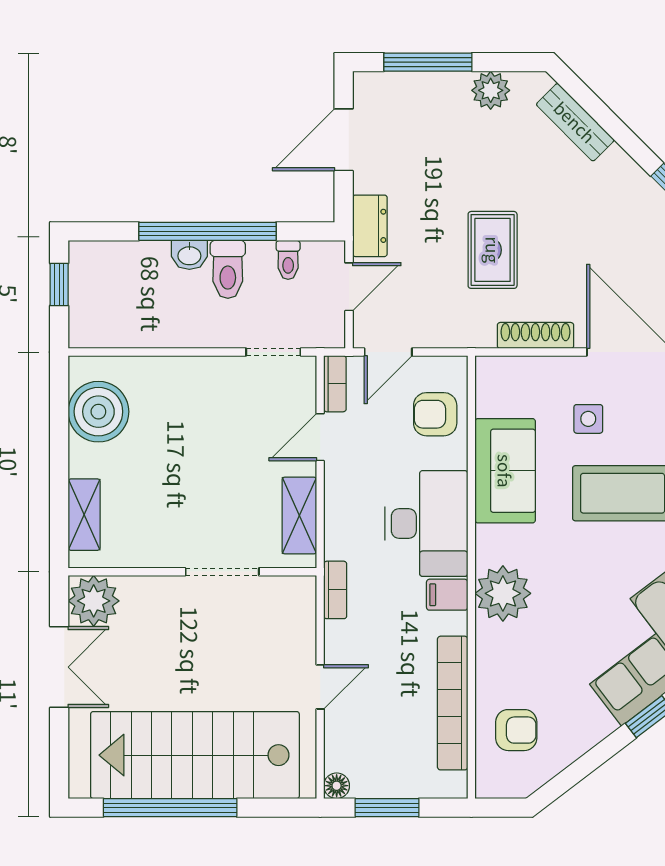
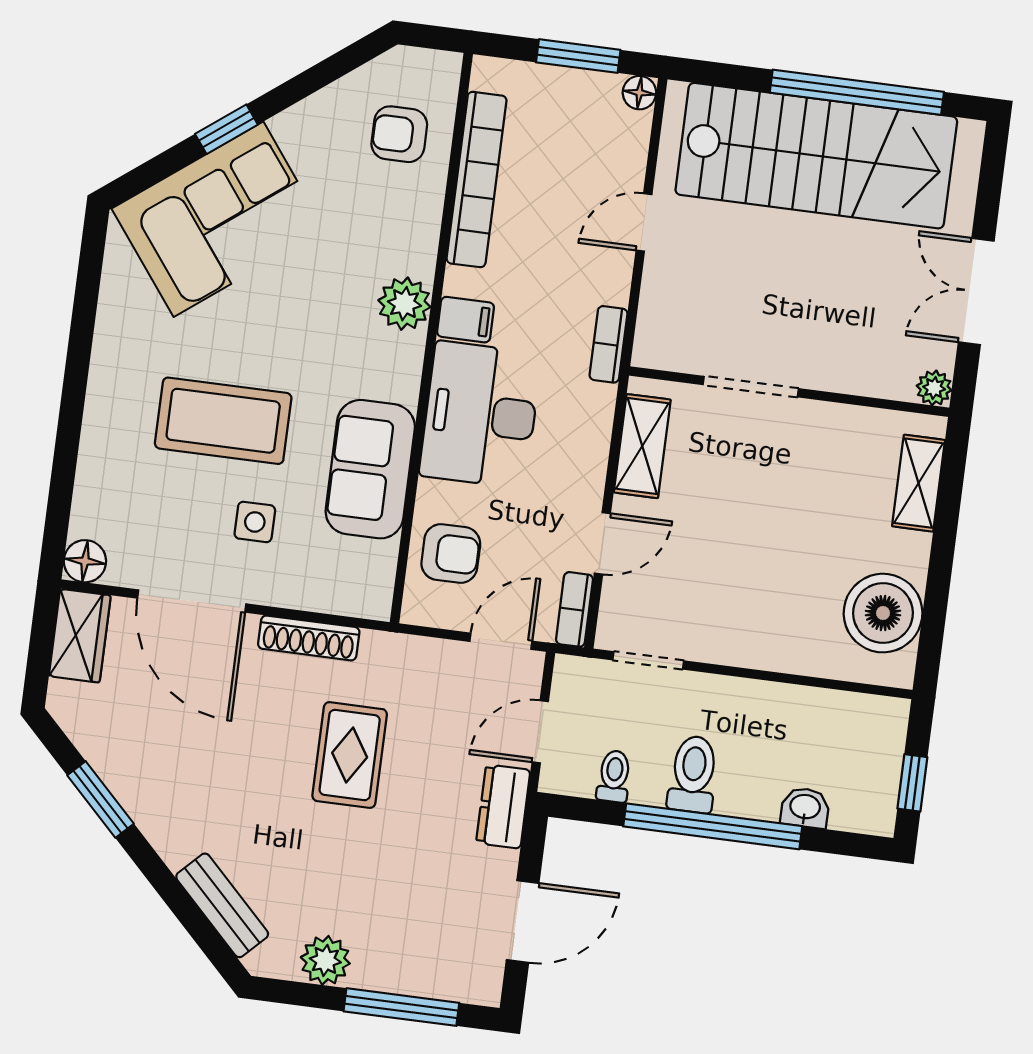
washbasin: (189, 255) -> (805, 808), moved
plant: (503, 593) -> (404, 304), width x0.73, depth x0.73
plant: (94, 601) -> (934, 388), width x0.53, depth x0.53

